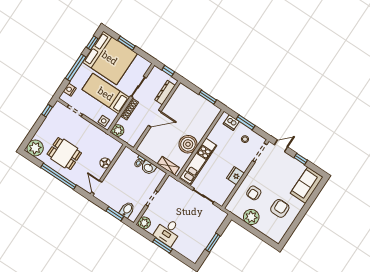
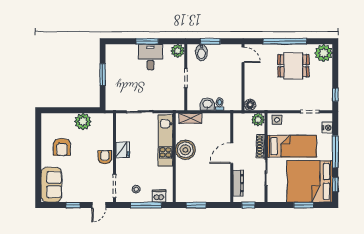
window: (246, 122) -> (146, 205), width x1.44
floor lamp: (105, 163) -> (250, 105), moved
armchair: (254, 193) -> (105, 157), moved

